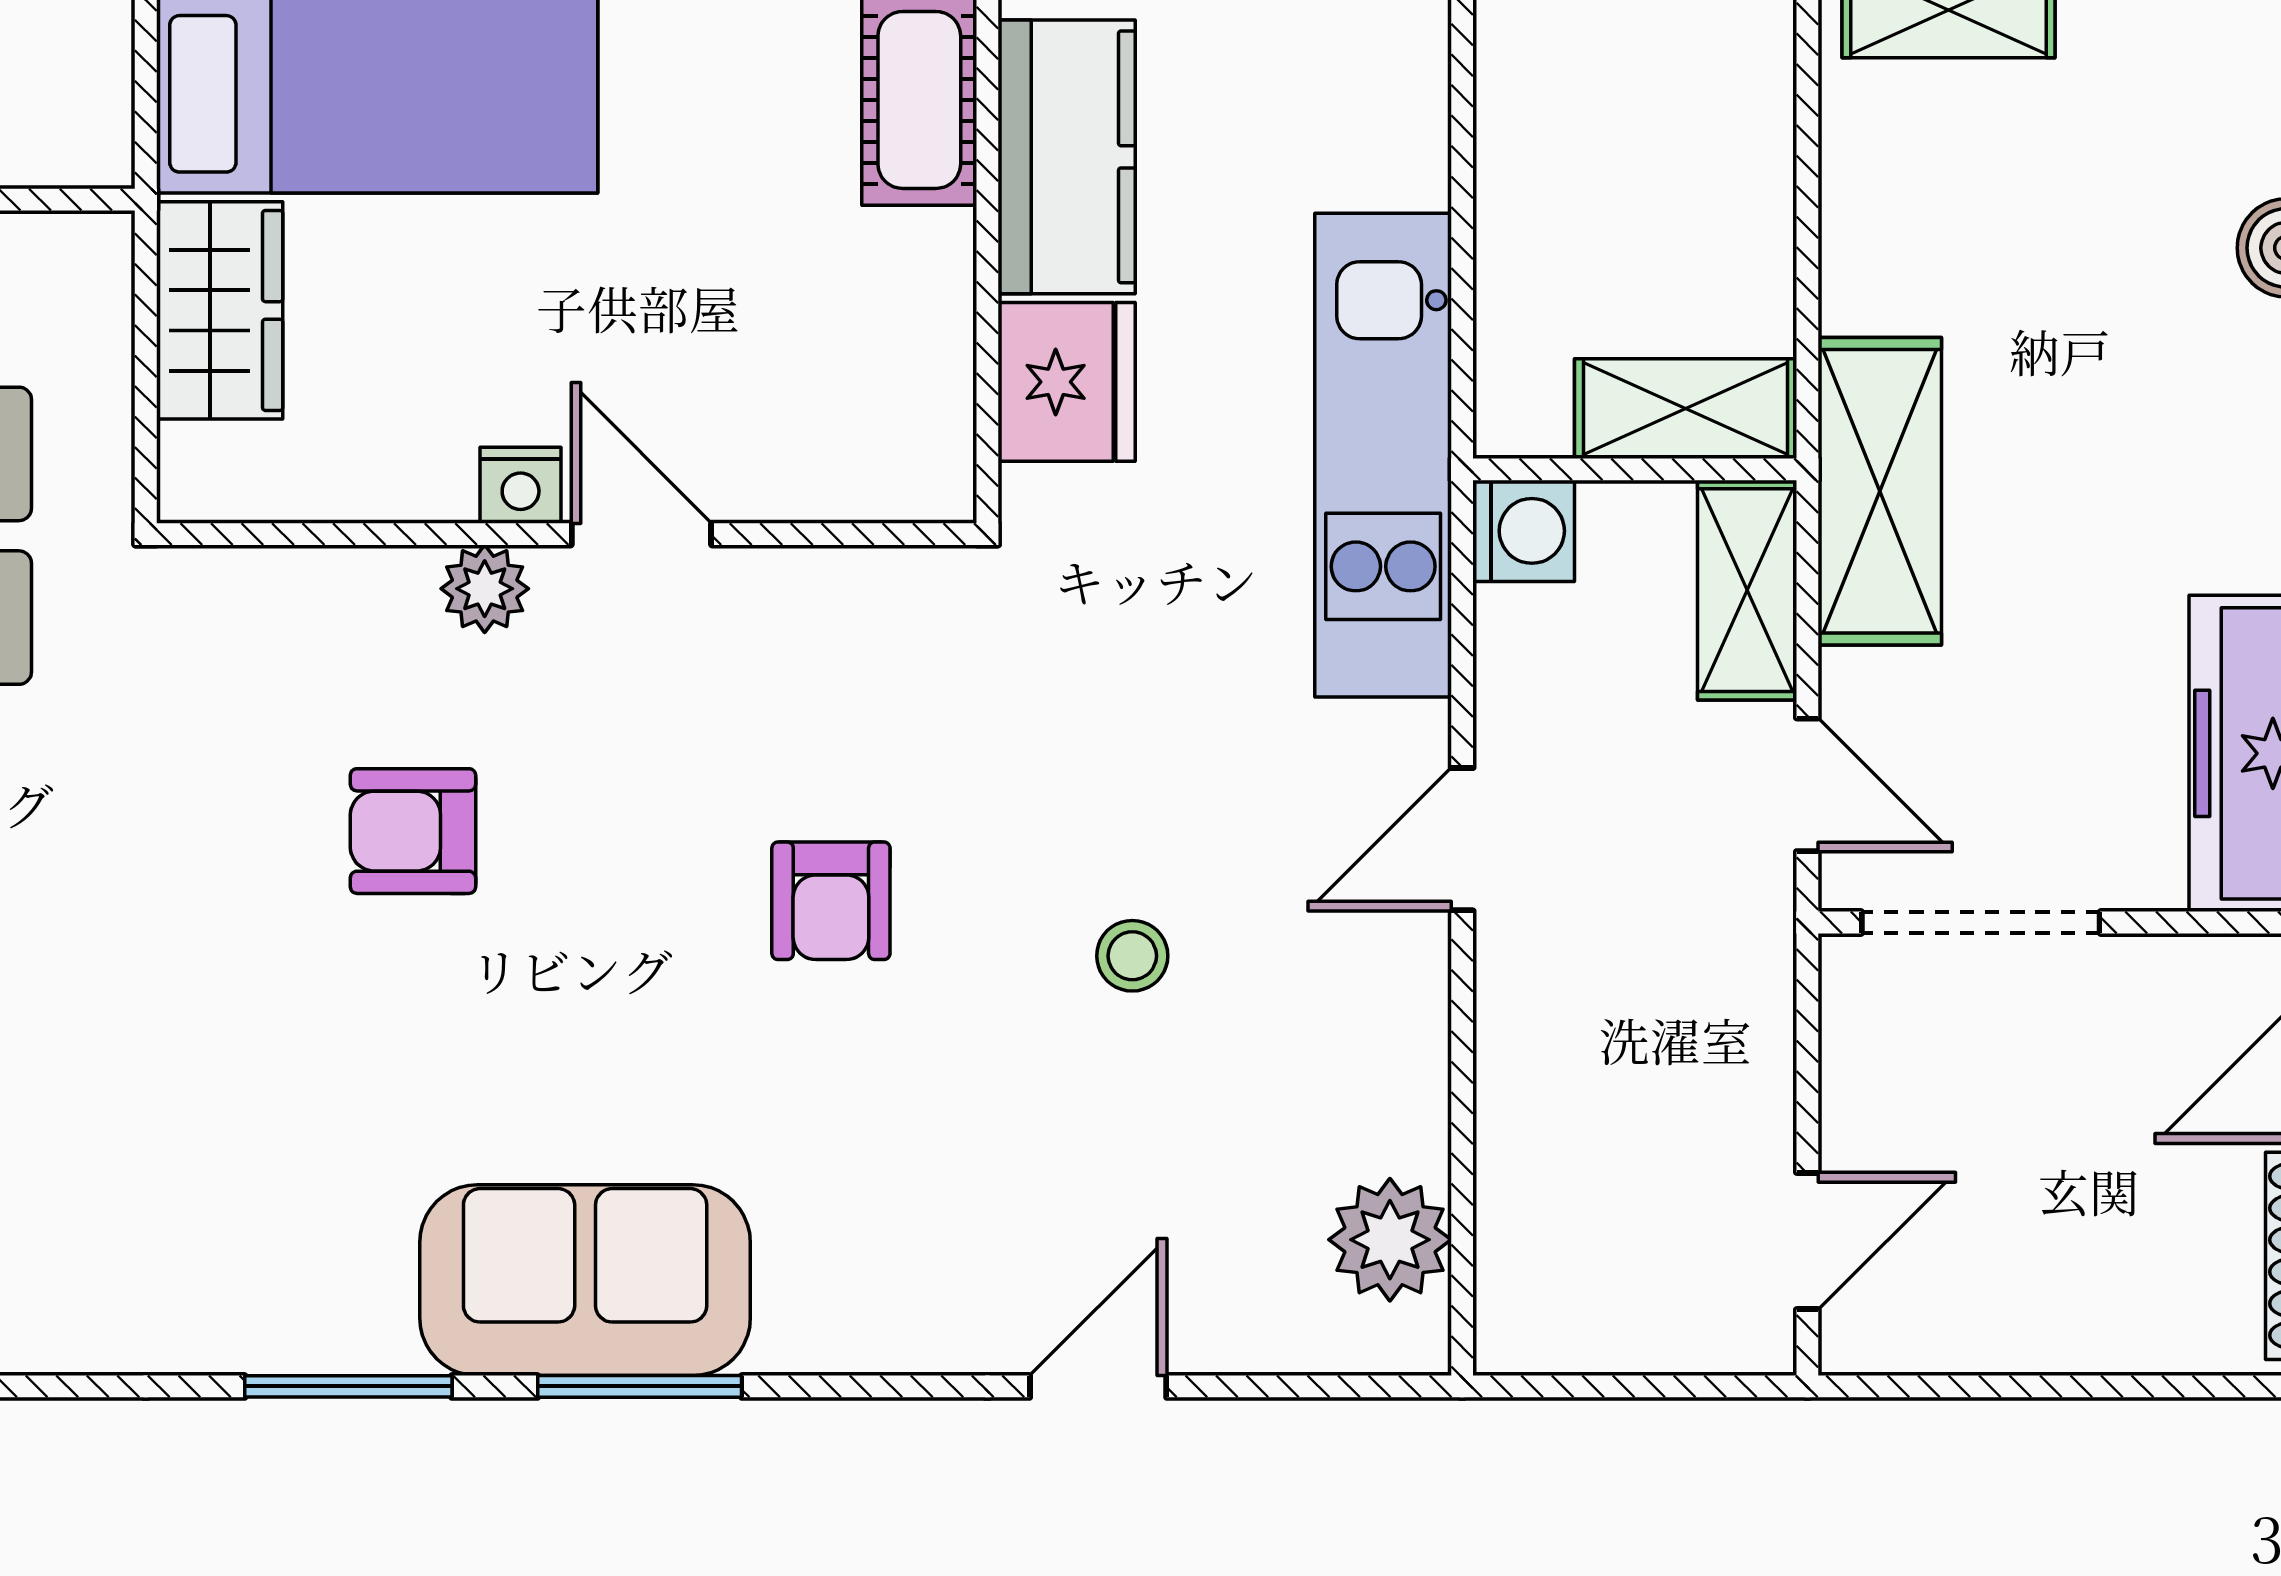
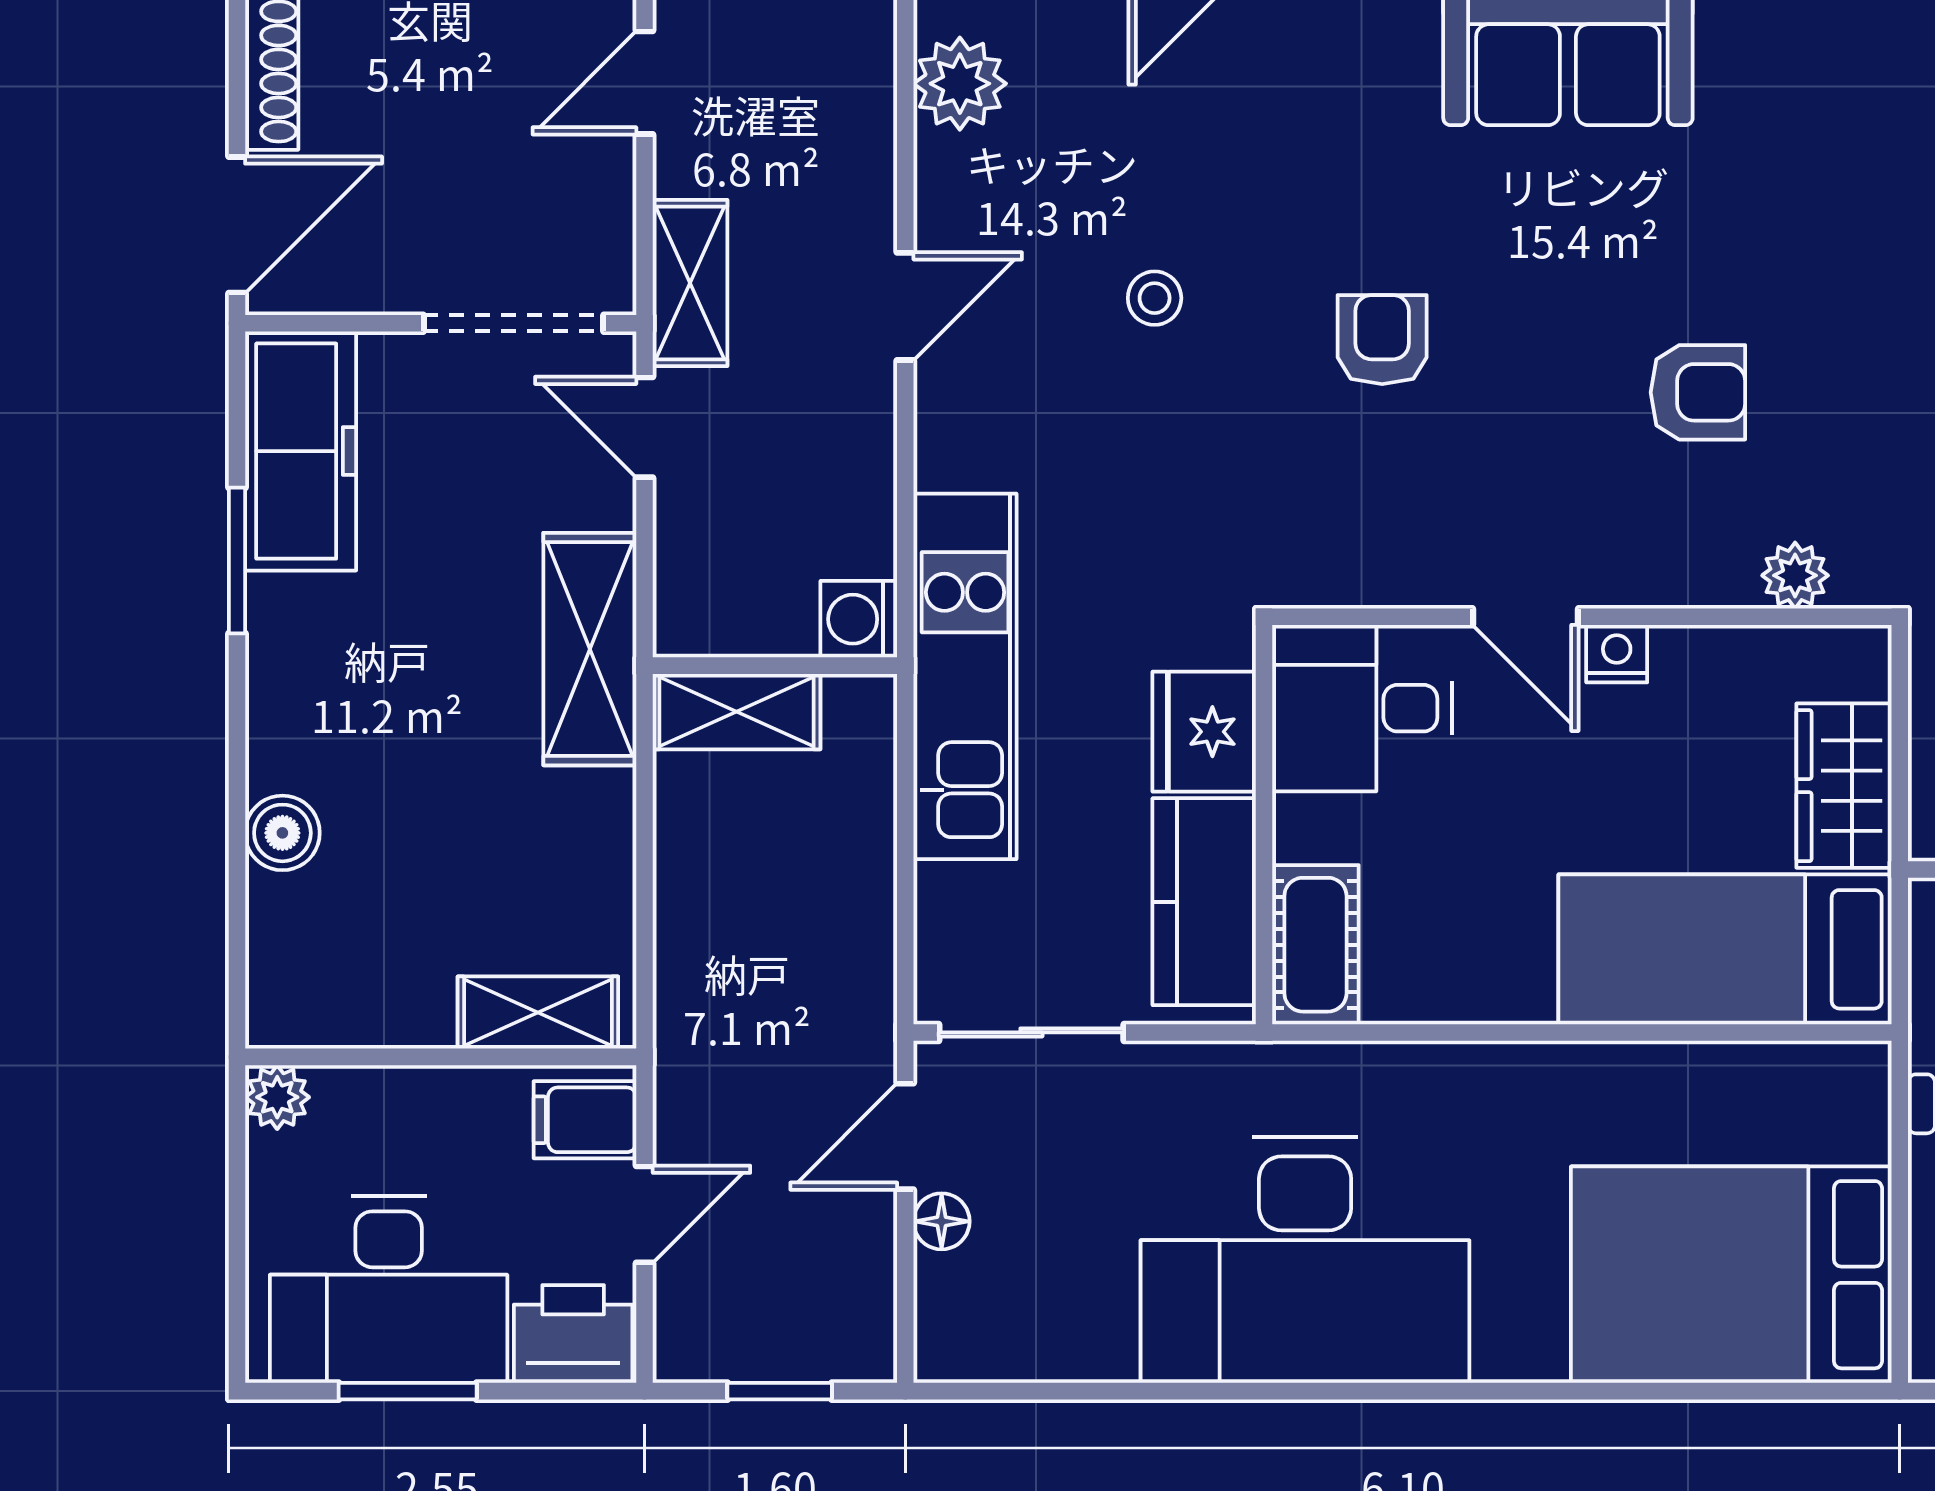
desk: (858, 413) -> (1362, 708), added
plant: (485, 589) -> (1795, 575), moved
shelving: (1747, 590) -> (690, 283), moved
door: (1462, 839) -> (905, 306), moved

